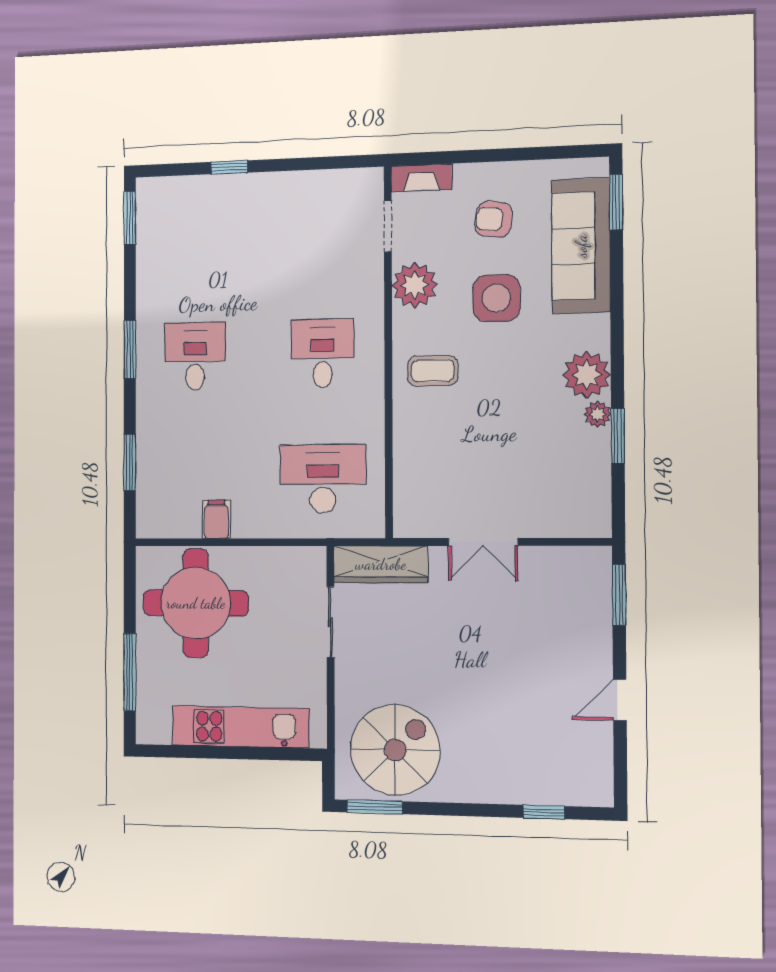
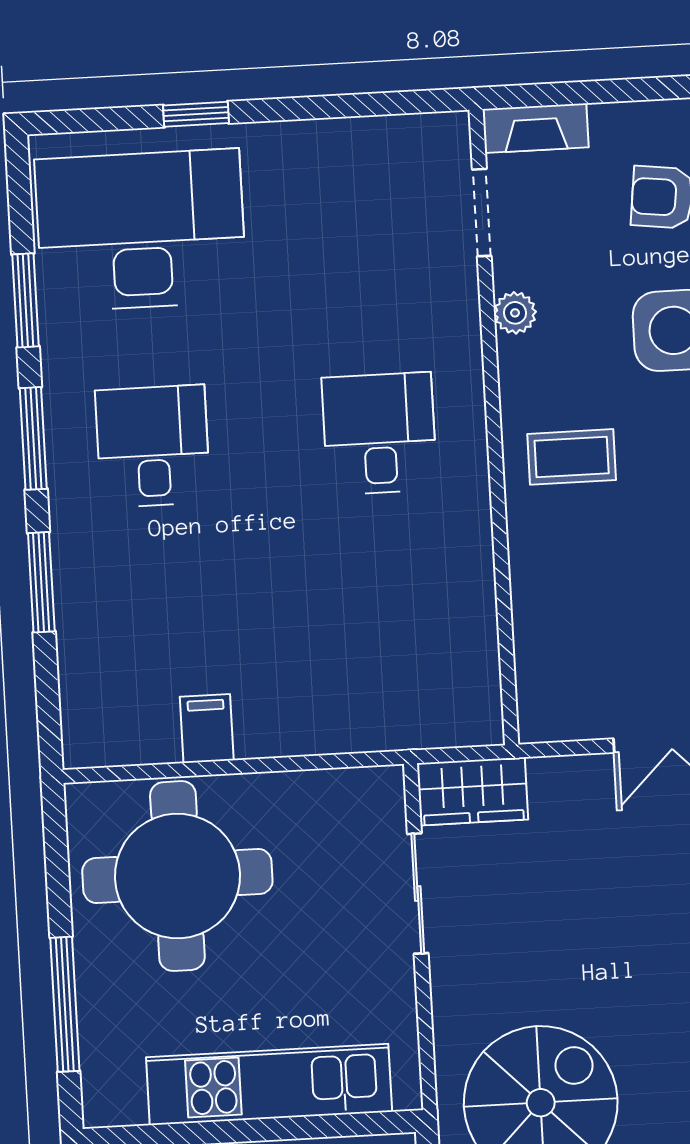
window: (130, 218) -> (26, 300), moved
plant: (415, 285) -> (515, 313), width x0.53, depth x0.53
window: (130, 462) -> (41, 582), moved
desk: (323, 479) -> (141, 230), moved, width x1.36, depth x1.30
wardrobe: (381, 564) -> (473, 791), width x0.67

